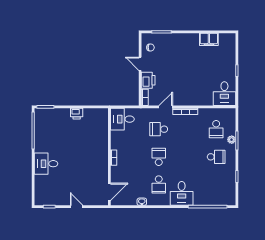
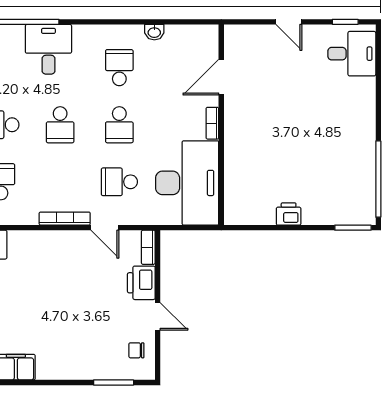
door: (166, 107) -> (105, 228), hinge flipped
desk: (122, 119) -> (187, 183), width x1.87, depth x1.30
school desk: (159, 129) -> (119, 182), turned 180
school desk: (187, 157) -> (60, 125), added
desk: (46, 164) -> (352, 54), moved
door: (109, 192) -> (221, 77), moved
desk: (182, 193) -> (48, 49), moved

